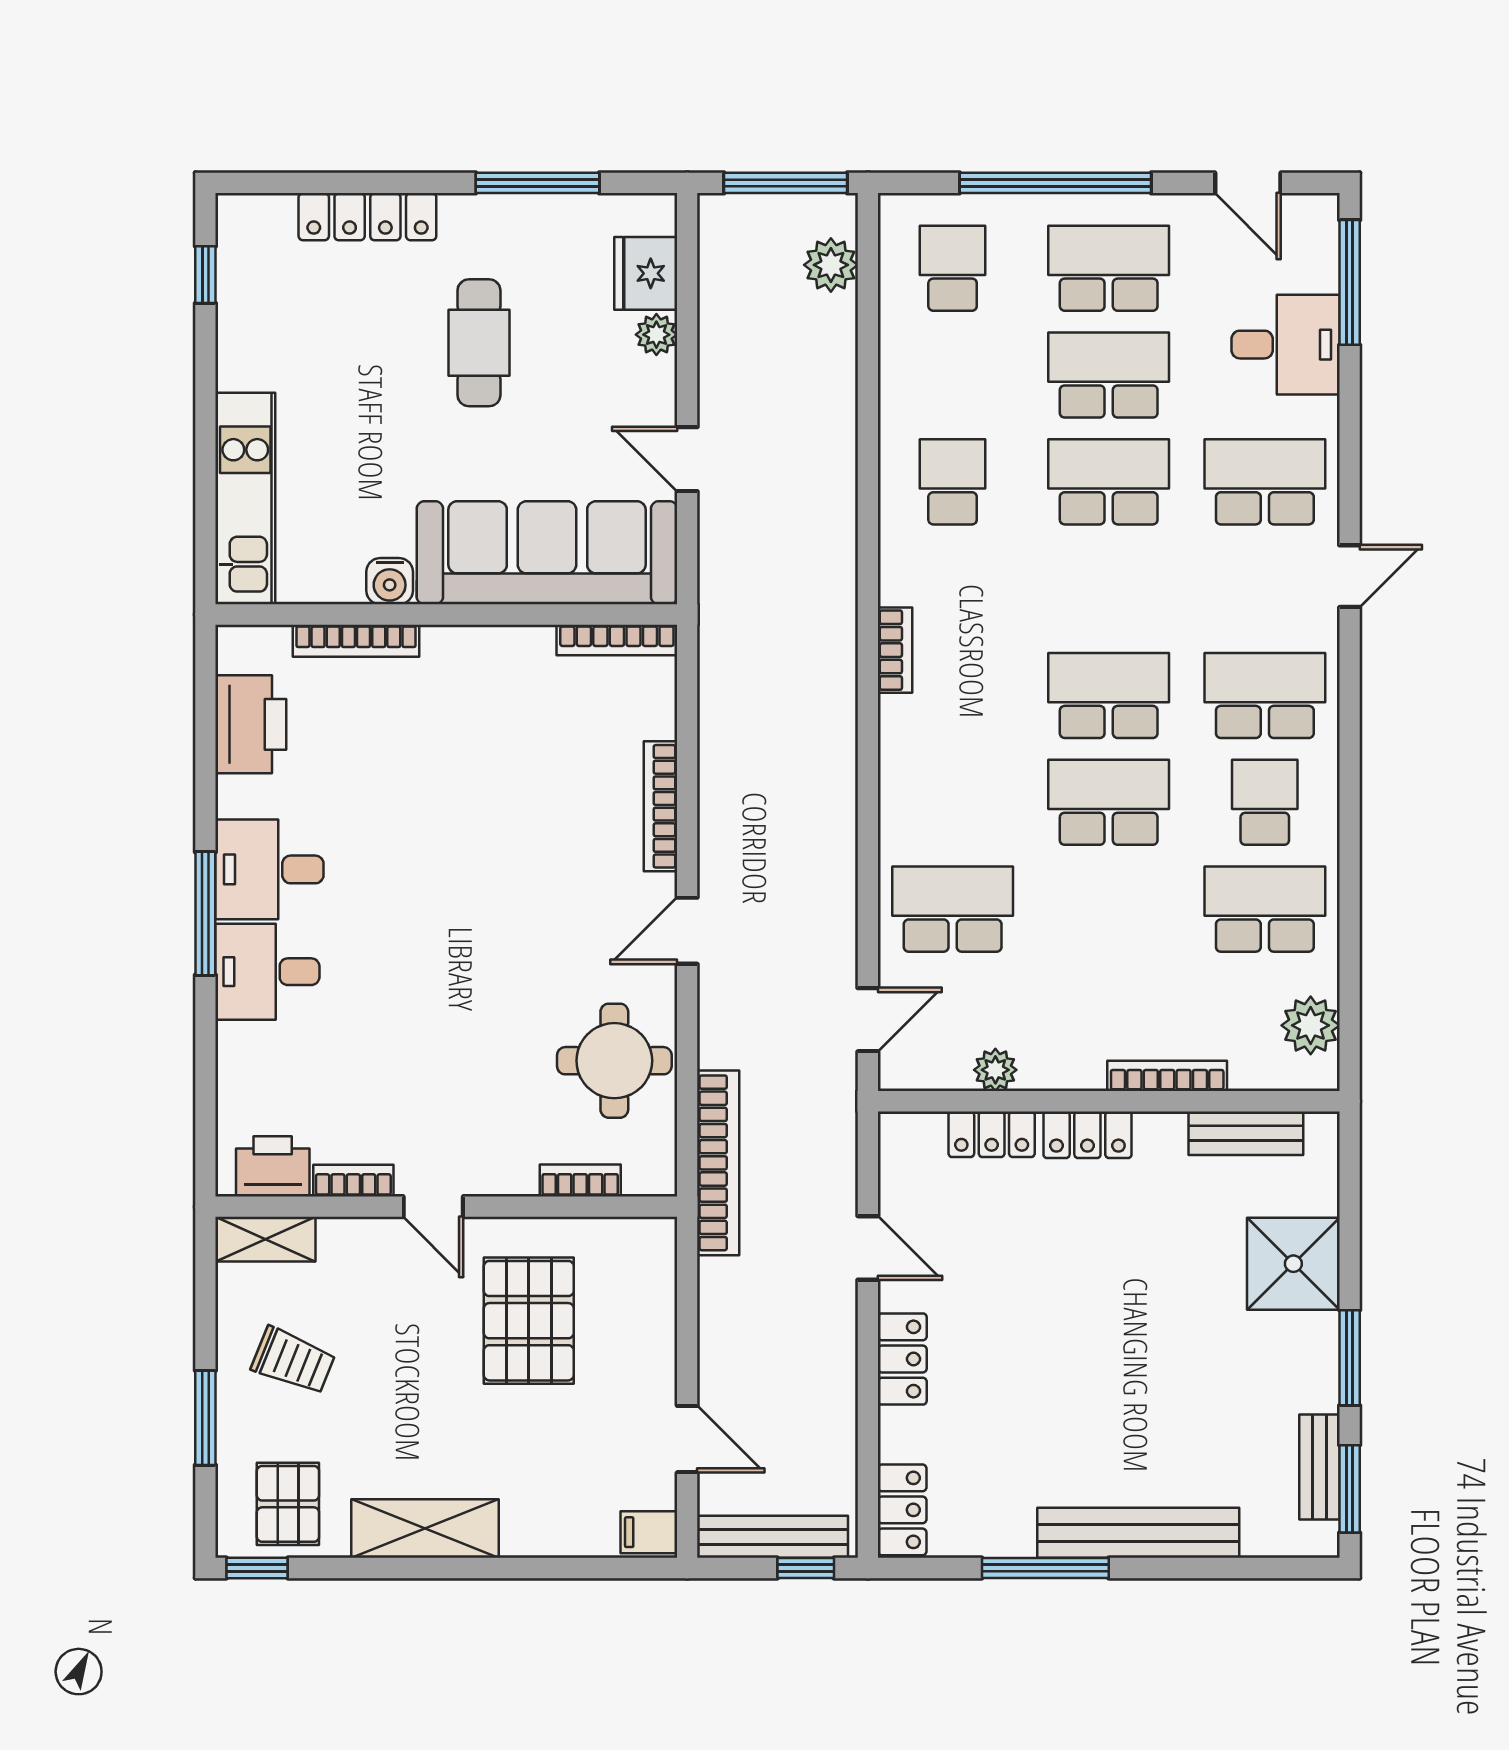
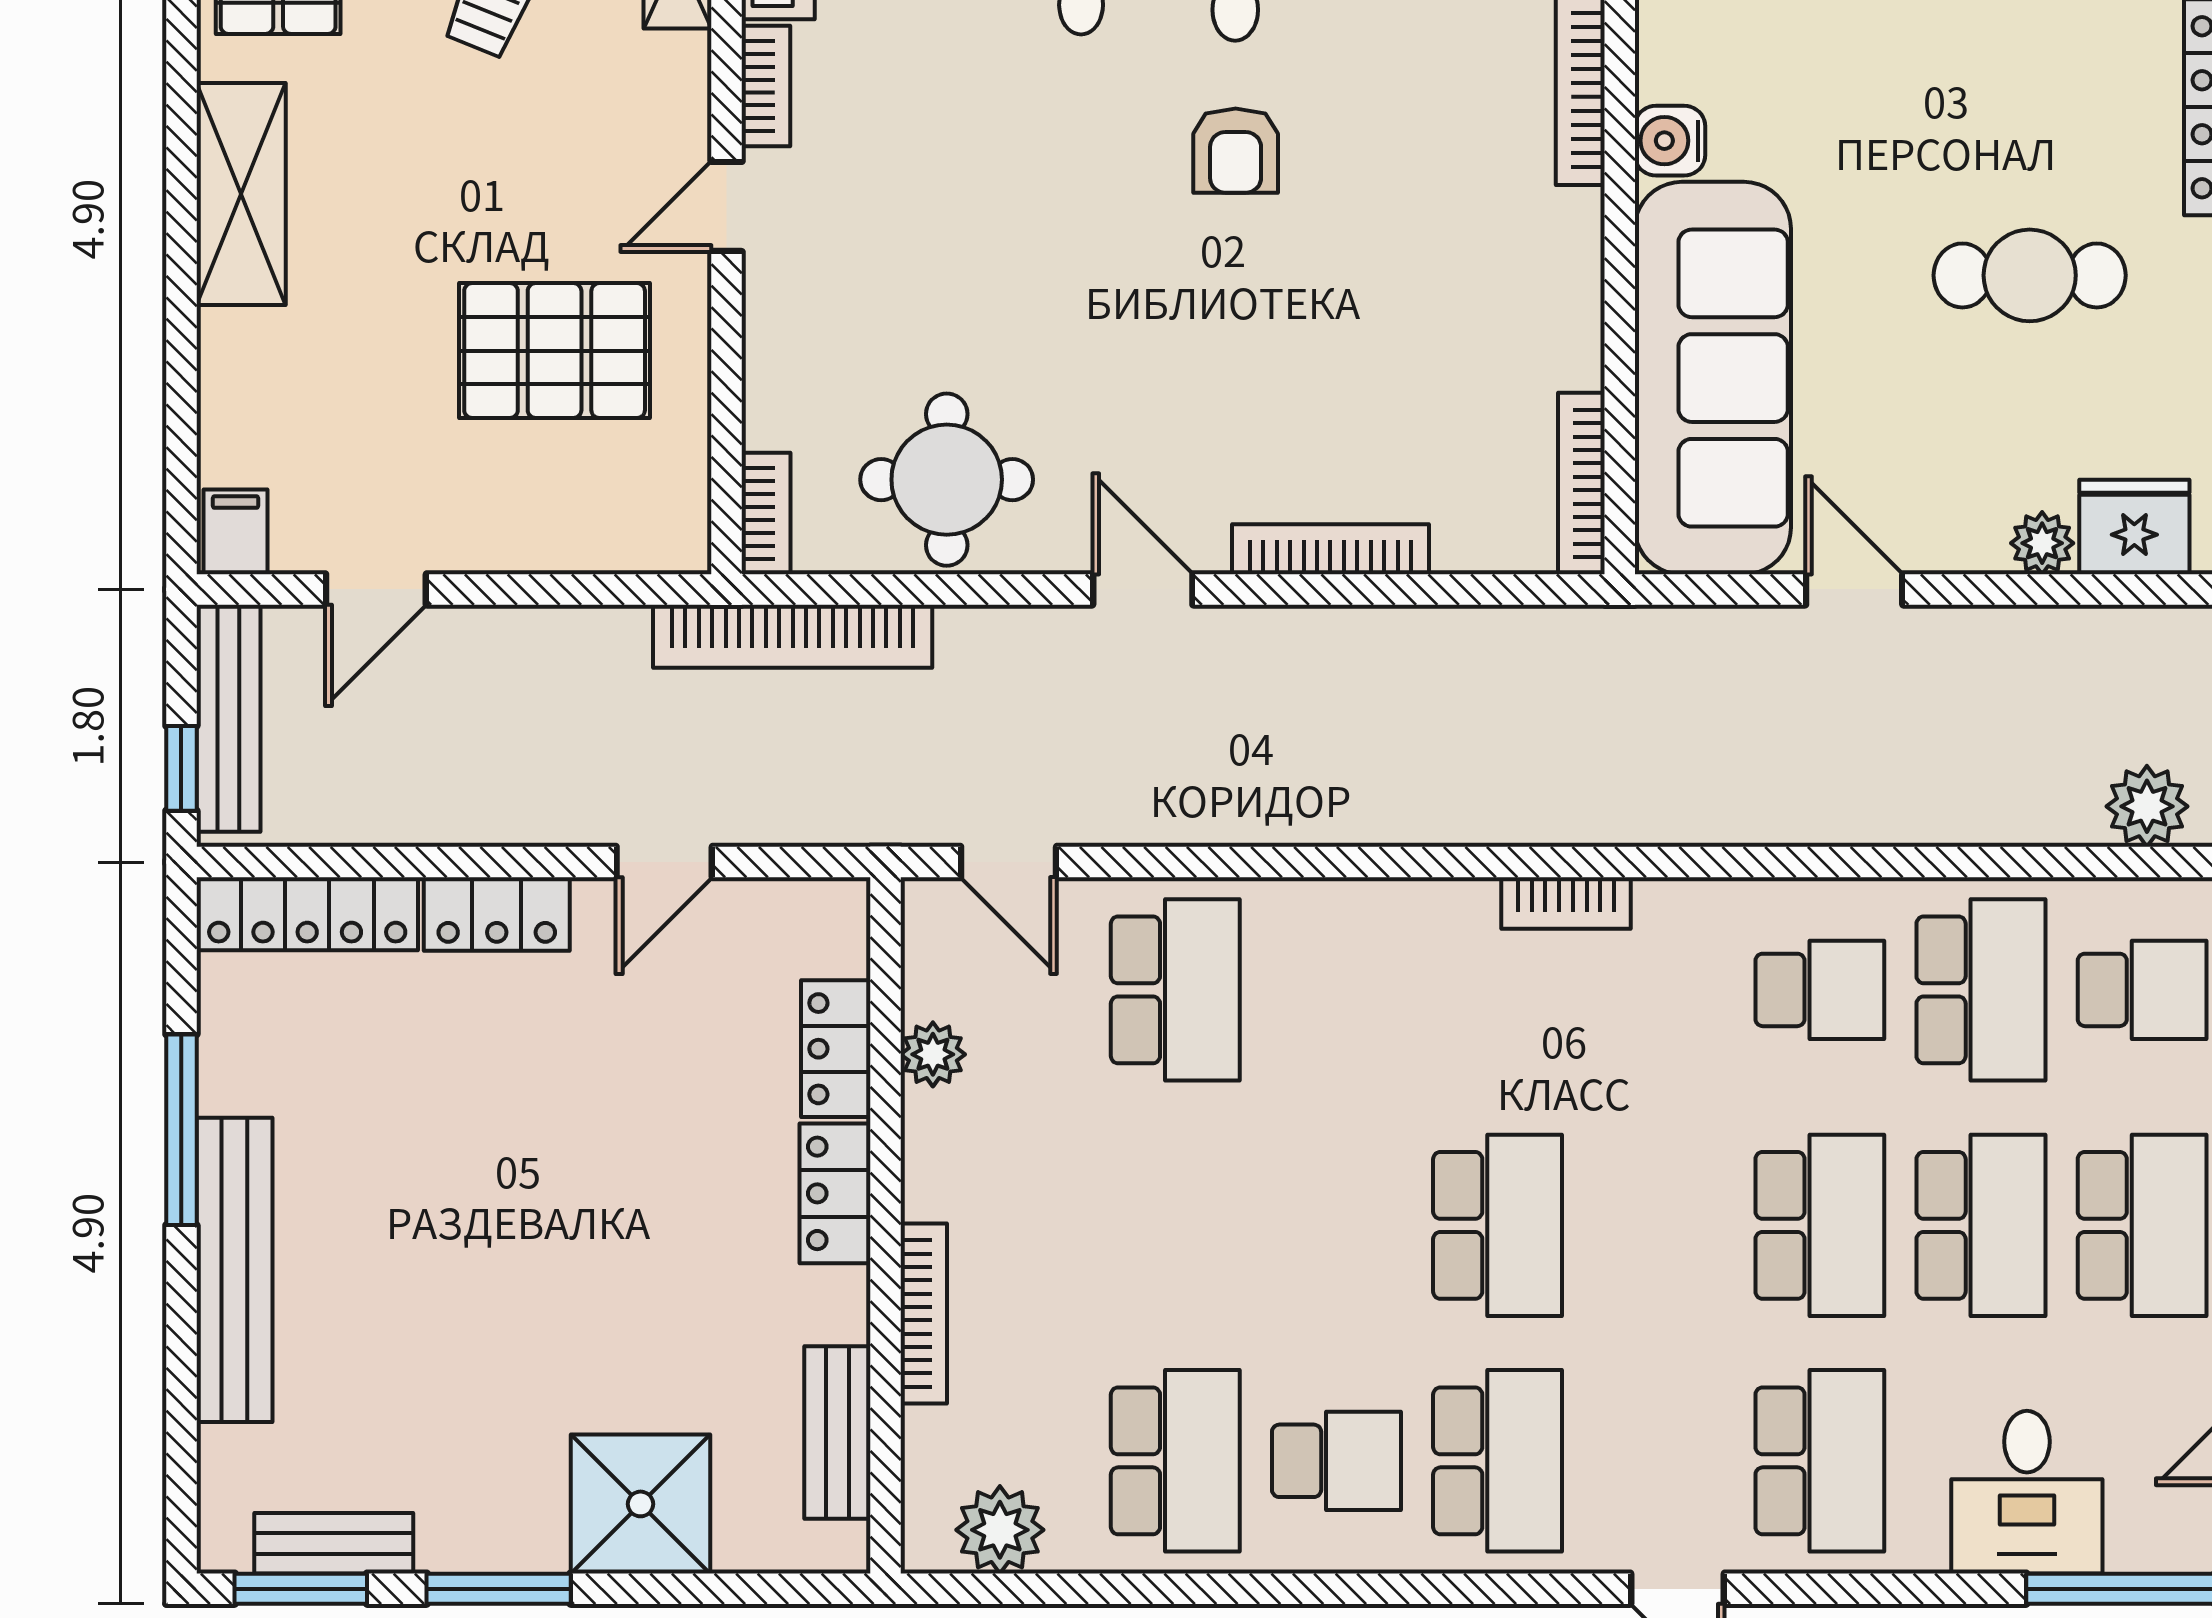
door: (687, 459) -> (1854, 589), hinge flipped
school desk: (1109, 802) -> (1981, 990), moved
armchair: (396, 869) -> (1236, 151), added
bookcase: (580, 1180) -> (766, 513), moved
locker: (902, 1510) -> (307, 914), width x1.53

